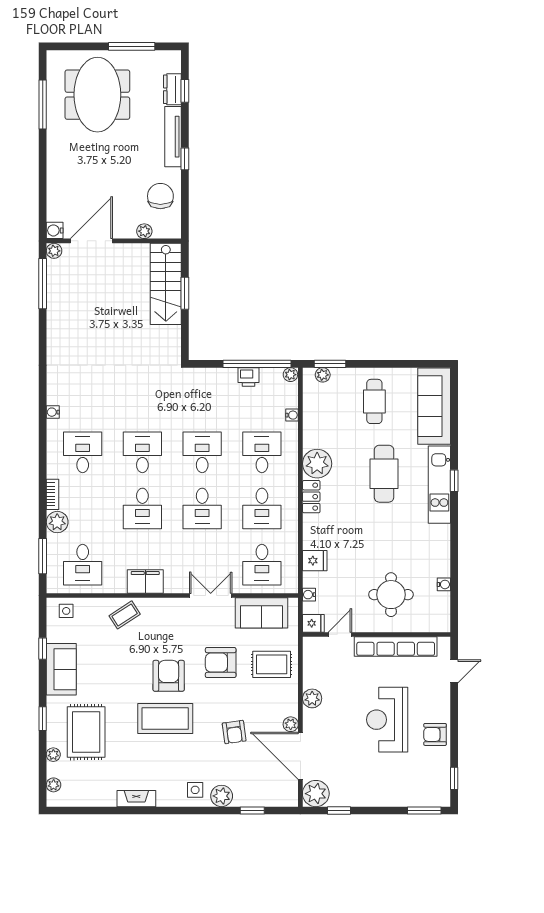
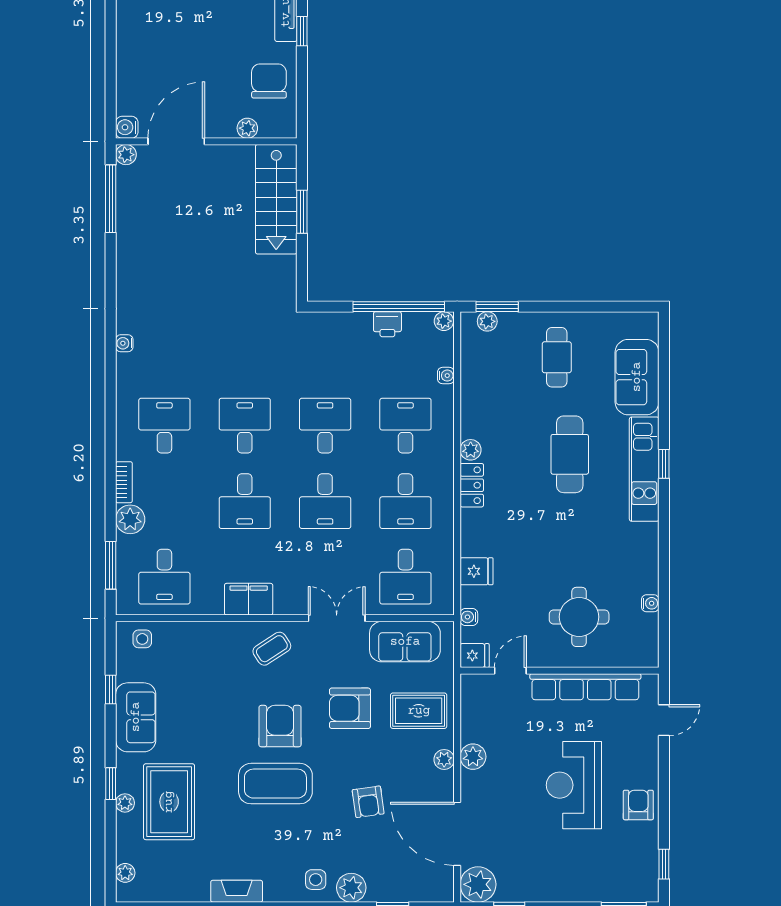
sofa: (434, 406) -> (637, 377), width x0.73
water cooler: (53, 412) -> (124, 343), moved
plant: (317, 464) -> (471, 450), width x0.53, depth x0.53
coffee table: (125, 615) -> (272, 649), moved
plant: (291, 724) -> (444, 759), moved
armchair: (435, 734) -> (638, 805), turned 90
plant: (53, 755) -> (125, 803), moved

